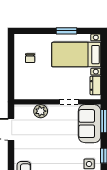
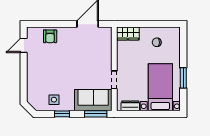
wardrobe: (21, 88) -> (128, 33), added
plant: (41, 111) -> (105, 53), removed

